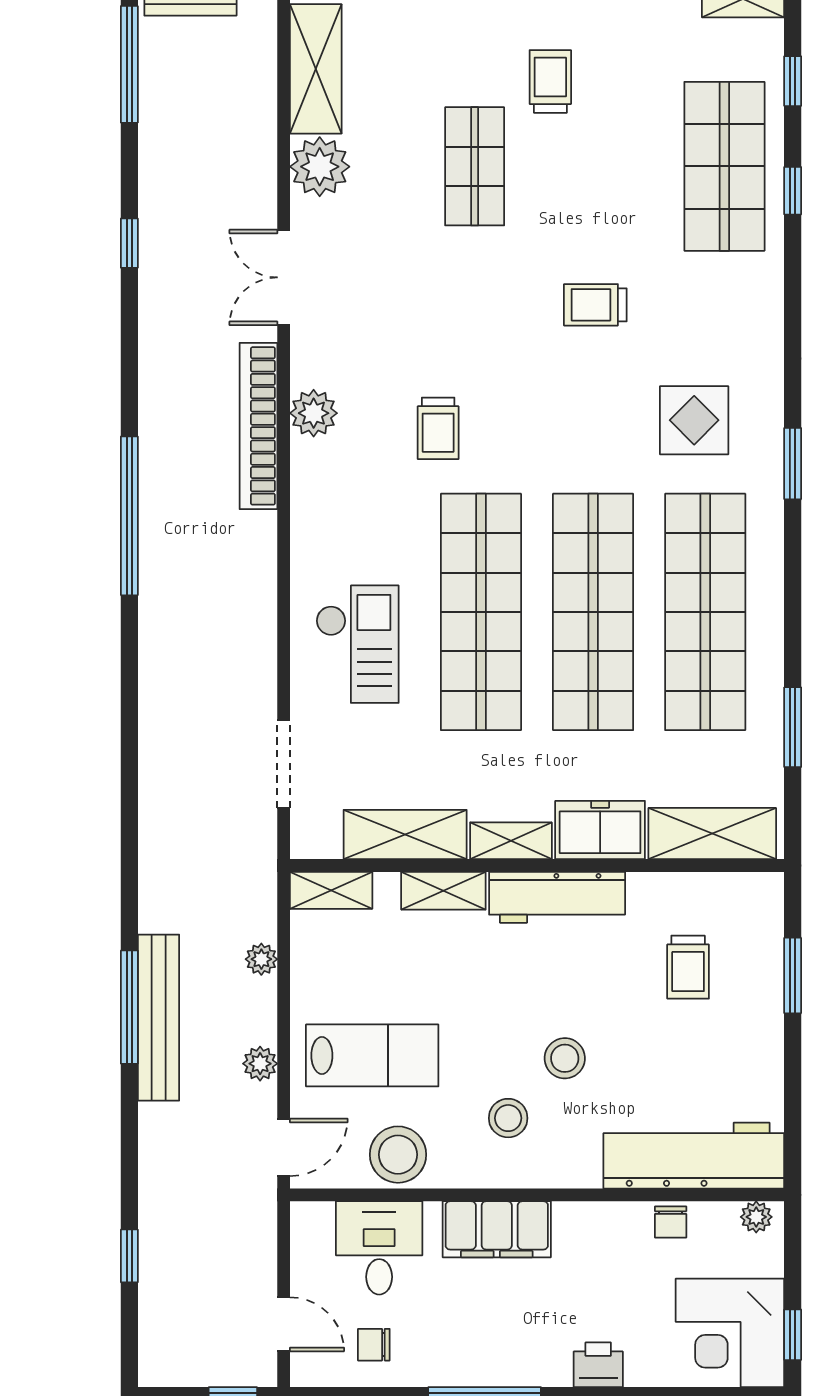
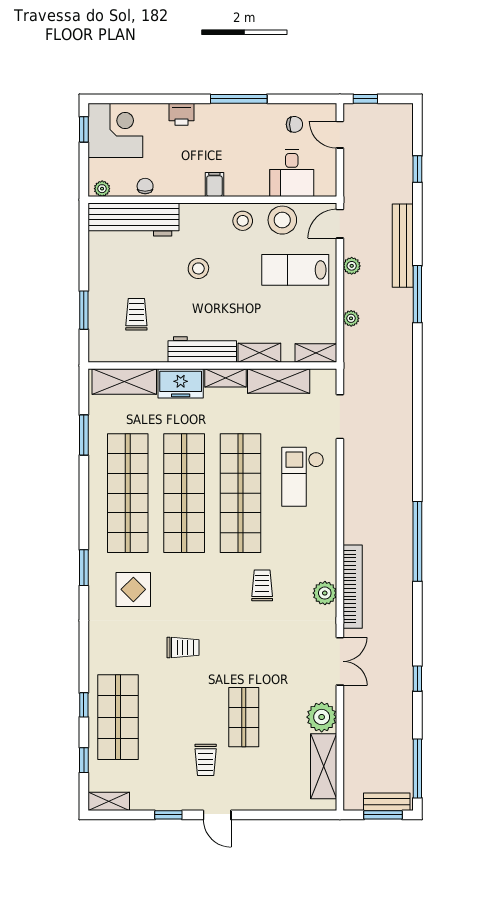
bench: (159, 1018) -> (403, 246), moved
stool: (508, 1118) -> (243, 221), moved
filing cabinet: (497, 1229) -> (214, 184), width x0.33, depth x0.86

